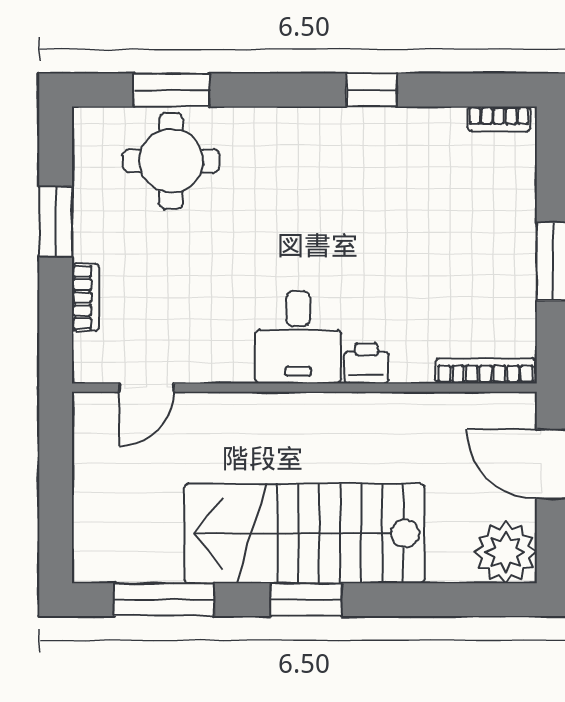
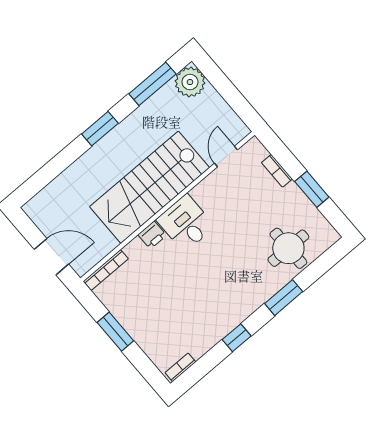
window: (171, 90) -> (284, 298), moved
stairs: (304, 533) -> (150, 187), moved, turned 180
plant: (506, 552) -> (190, 82), moved

